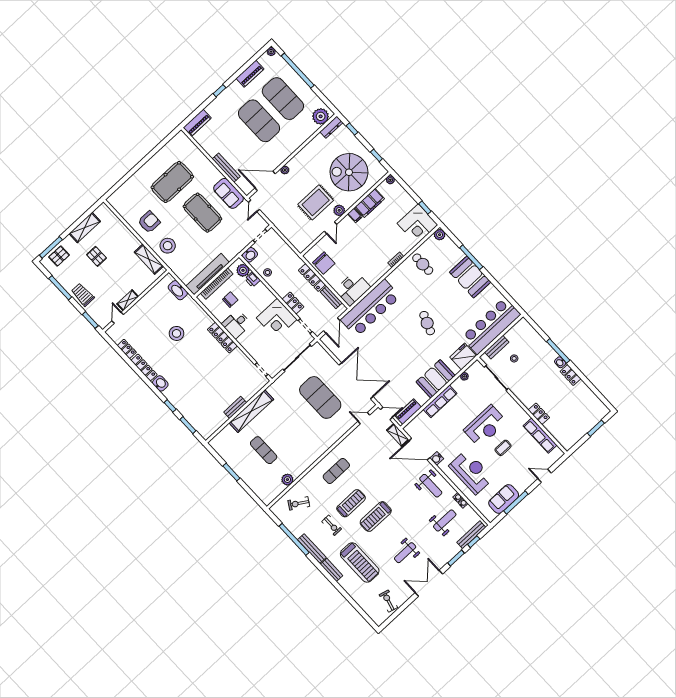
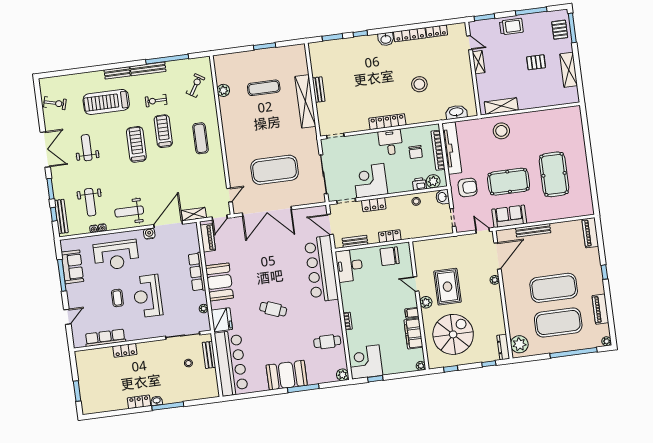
armchair: (149, 222) -> (468, 187), moved, turned -90
locker: (312, 278) -> (390, 236), width x0.66
treadmill: (351, 503) -> (163, 131), turned 180

